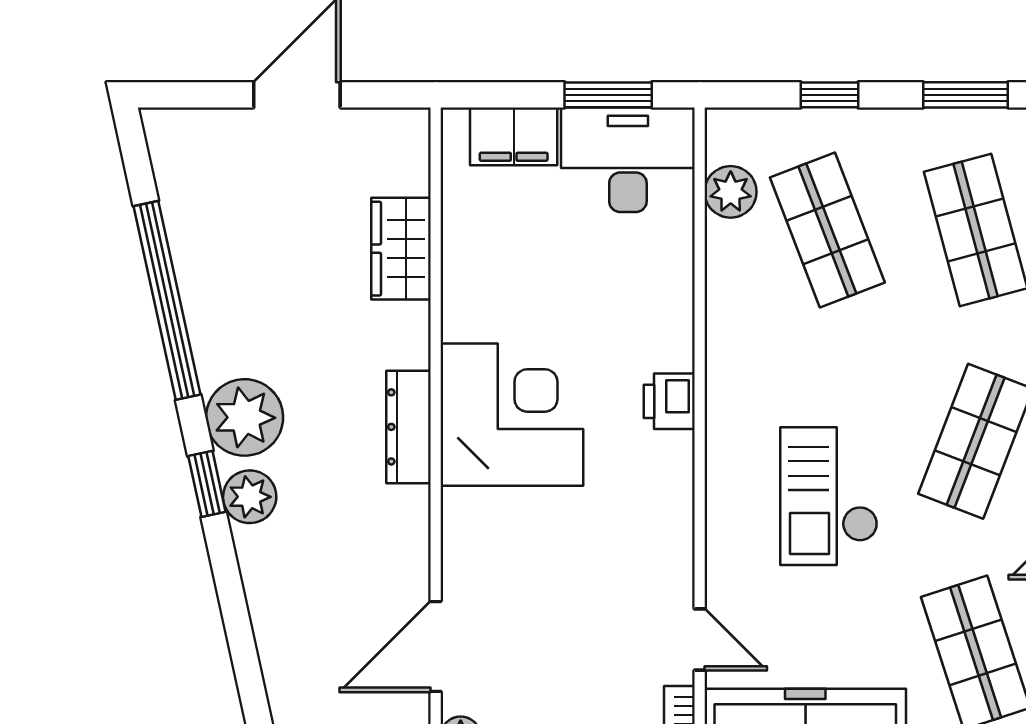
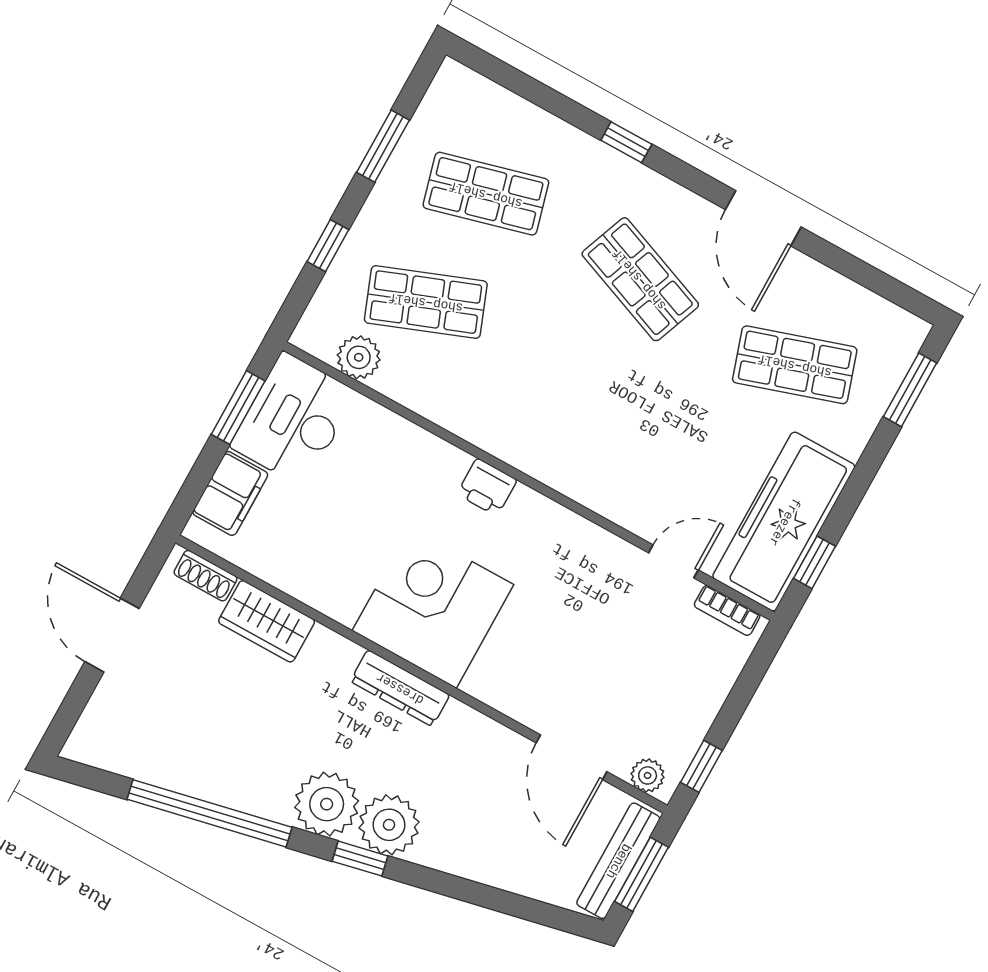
shoe rack: (413, 158) -> (205, 576), added
checkout: (829, 496) -> (621, 409), removed
plant: (250, 497) -> (389, 825), width x1.36, depth x1.36

